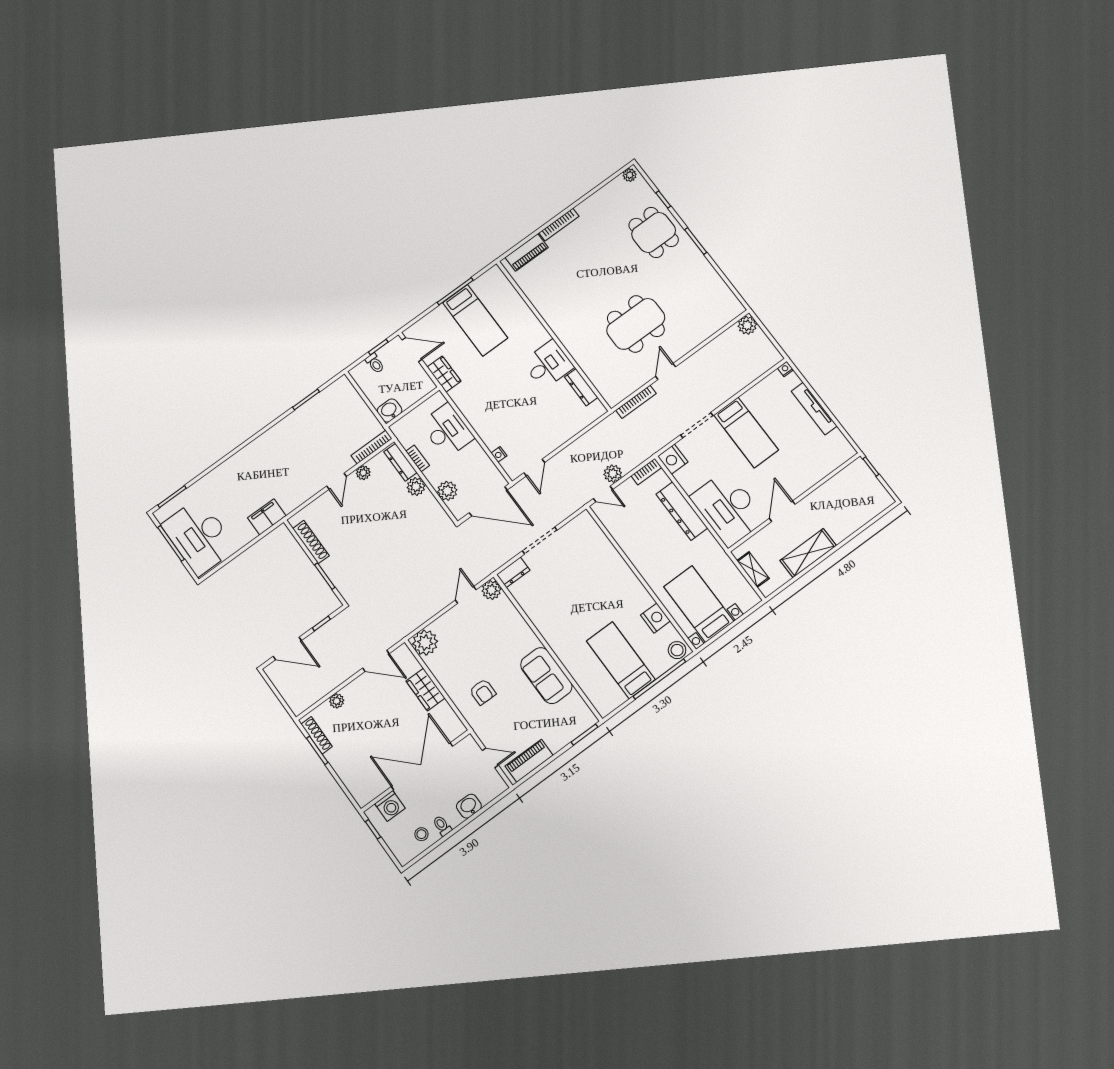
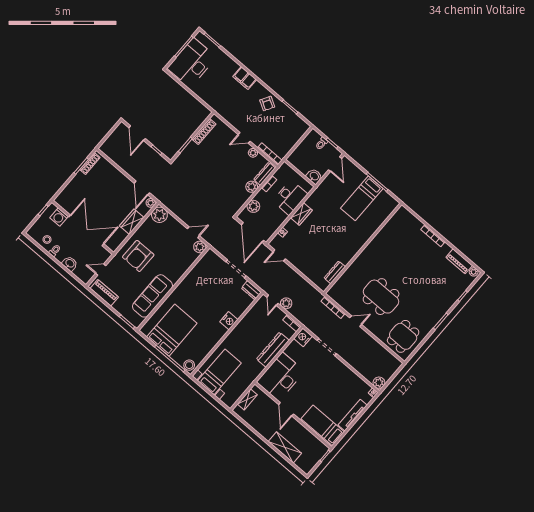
dining table: (654, 232) -> (403, 336), moved
piano: (527, 252) -> (459, 261), moved
plant: (747, 325) -> (379, 383), moved
desk: (548, 365) -> (344, 249), removed
wardrobe: (444, 374) -> (301, 214), moved
washbasin: (390, 410) -> (314, 176), moved
bed: (746, 432) -> (323, 425), moved, turned 90
armchair: (292, 433) -> (267, 103), added
door: (782, 511) -> (286, 409), swing flipped
filing cabinet: (267, 517) -> (245, 78), moved, turned 180
shelving: (808, 553) -> (285, 447), moved
dresser: (513, 572) -> (251, 290), moved
nightstand: (655, 618) -> (229, 321), moved
bed: (621, 660) -> (172, 330), width x1.50
sofa: (546, 676) -> (153, 296), width x1.36
armchair: (483, 692) -> (138, 256), width x1.88, depth x1.88
plant: (337, 701) -> (151, 203), moved
door: (490, 758) -> (101, 270), swing flipped

